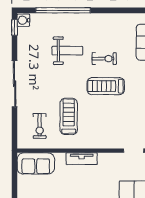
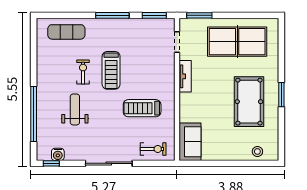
water cooler: (23, 20) -> (58, 154), moved
exercise bike: (40, 126) -> (153, 149), moved
tv unit: (82, 159) -> (185, 76), moved

